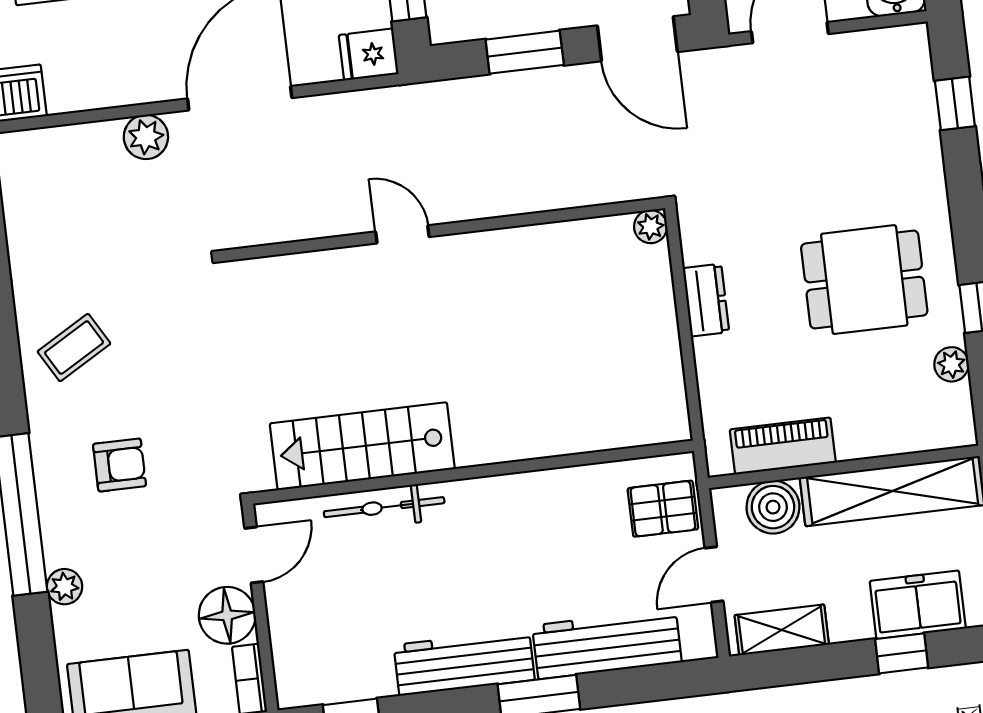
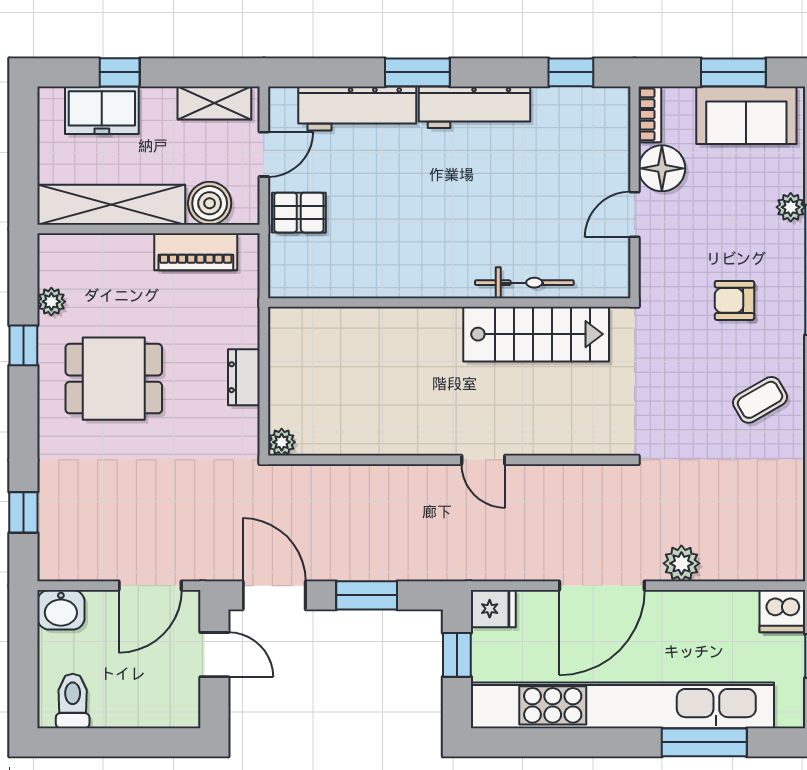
stairs: (362, 446) -> (536, 334), moved
wall: (473, 472) -> (449, 302), moved
bicycle: (384, 507) -> (524, 283), moved

